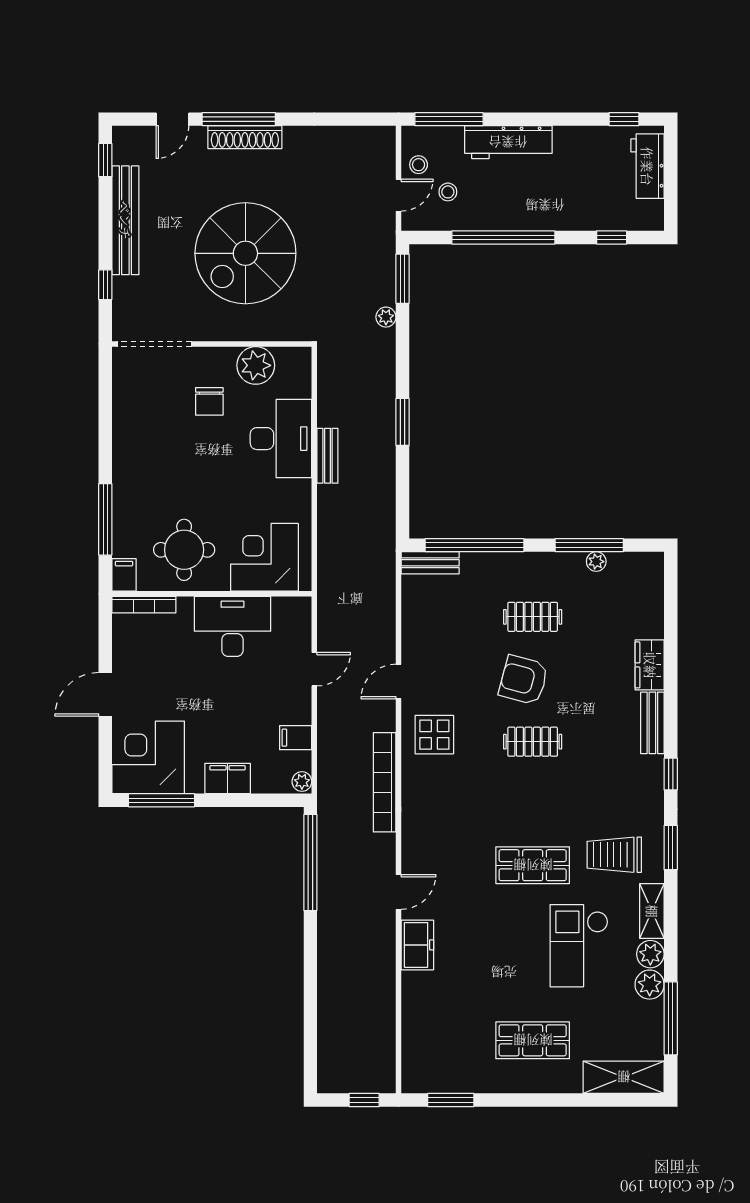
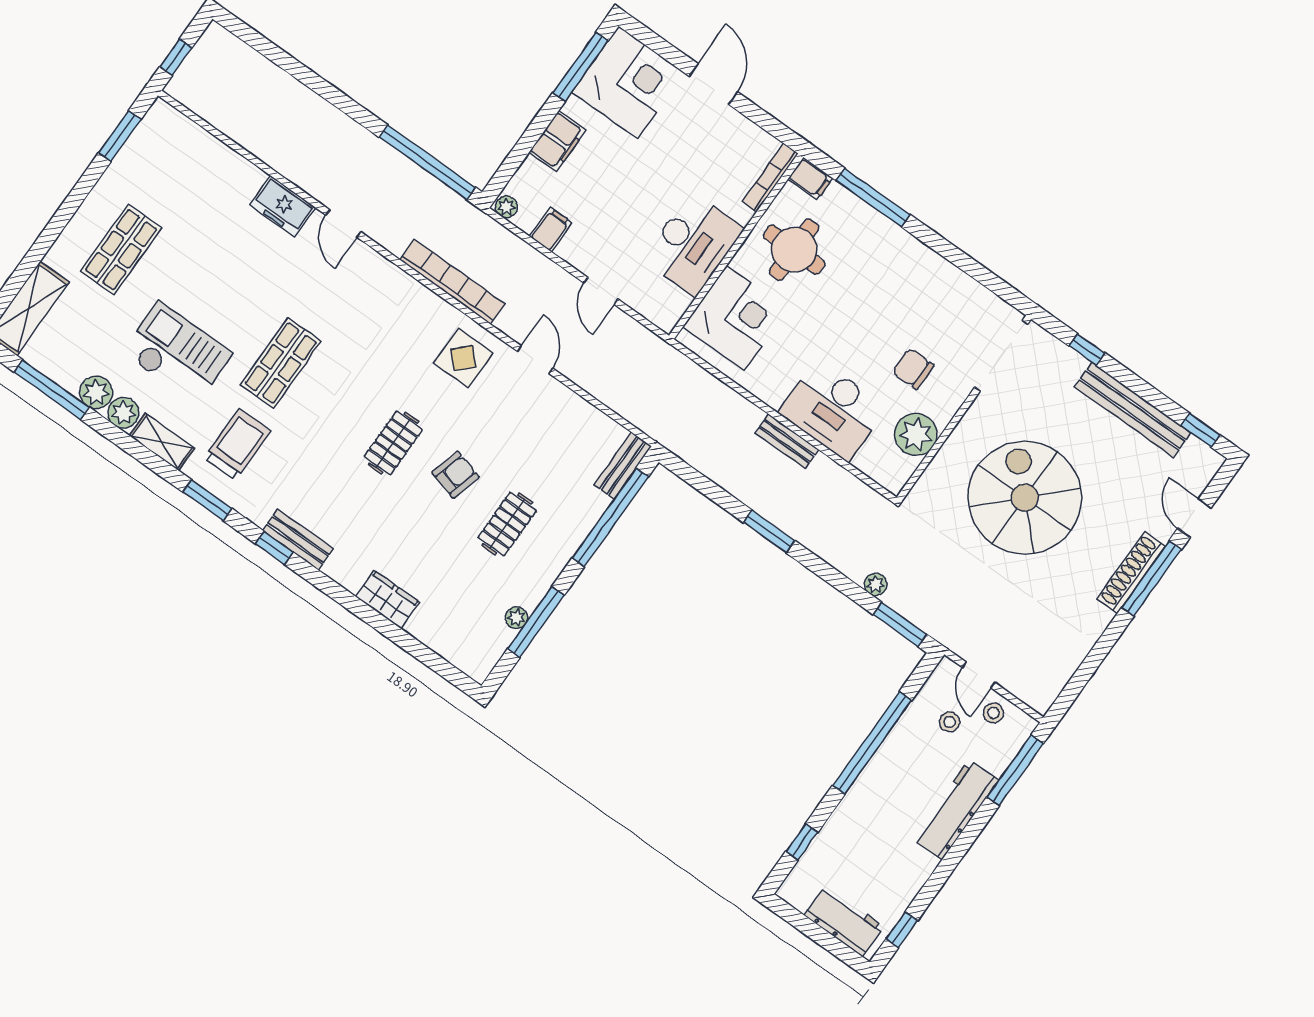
armchair: (524, 680) -> (456, 475), width x0.72, depth x0.72
bench: (652, 723) -> (298, 540), moved

